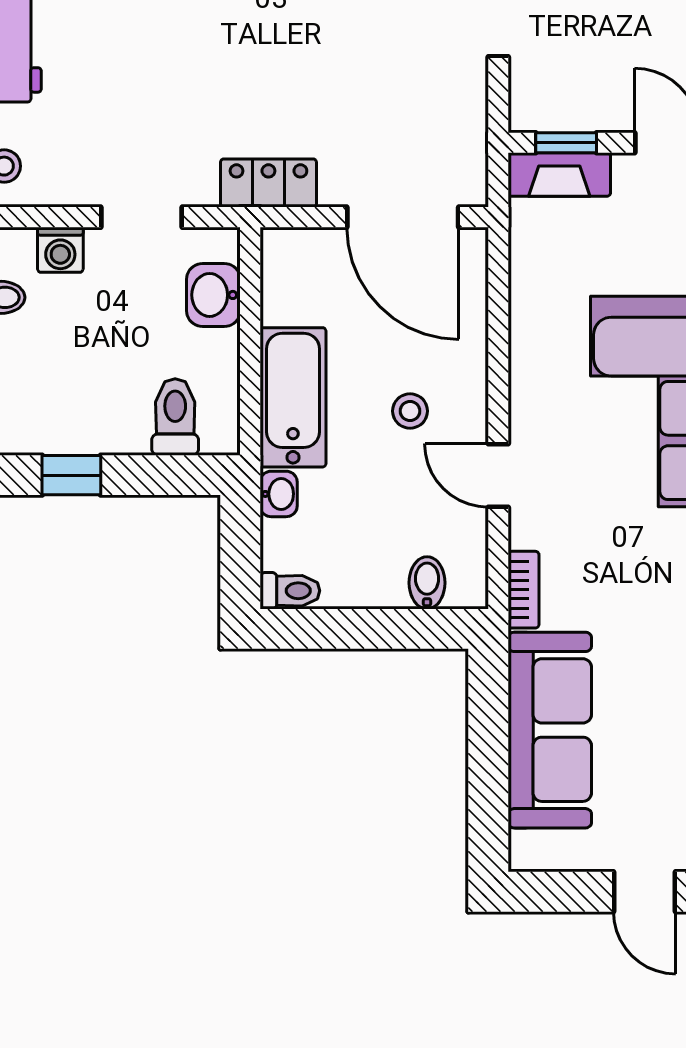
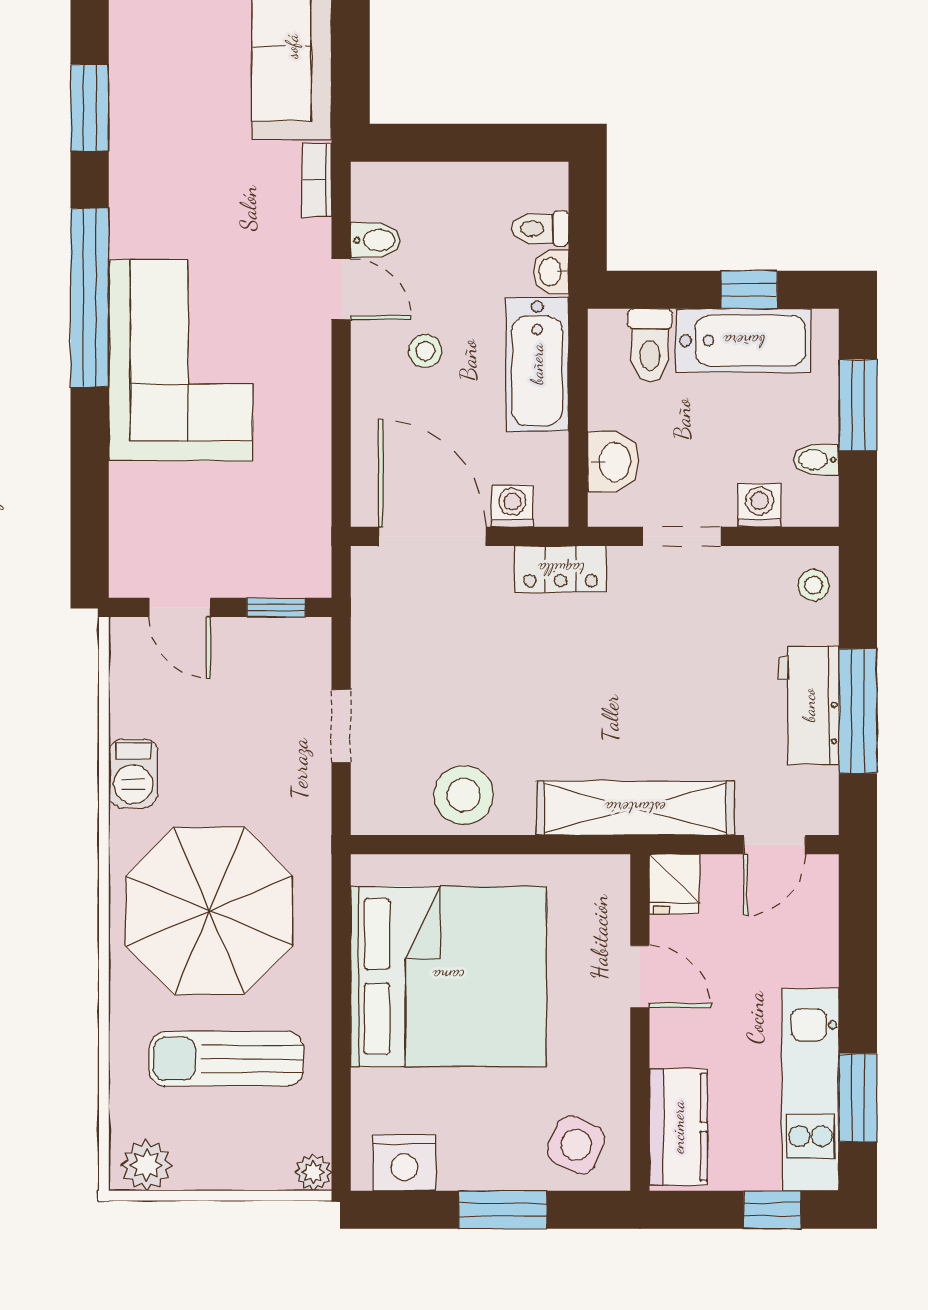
fireplace: (559, 175) -> (283, 577), removed
washing machine: (319, 249) -> (512, 506), added
bathtub: (77, 422) -> (744, 341), added
bidet: (427, 583) -> (376, 240), moved, turned -90
toilet: (290, 591) -> (540, 229), moved

